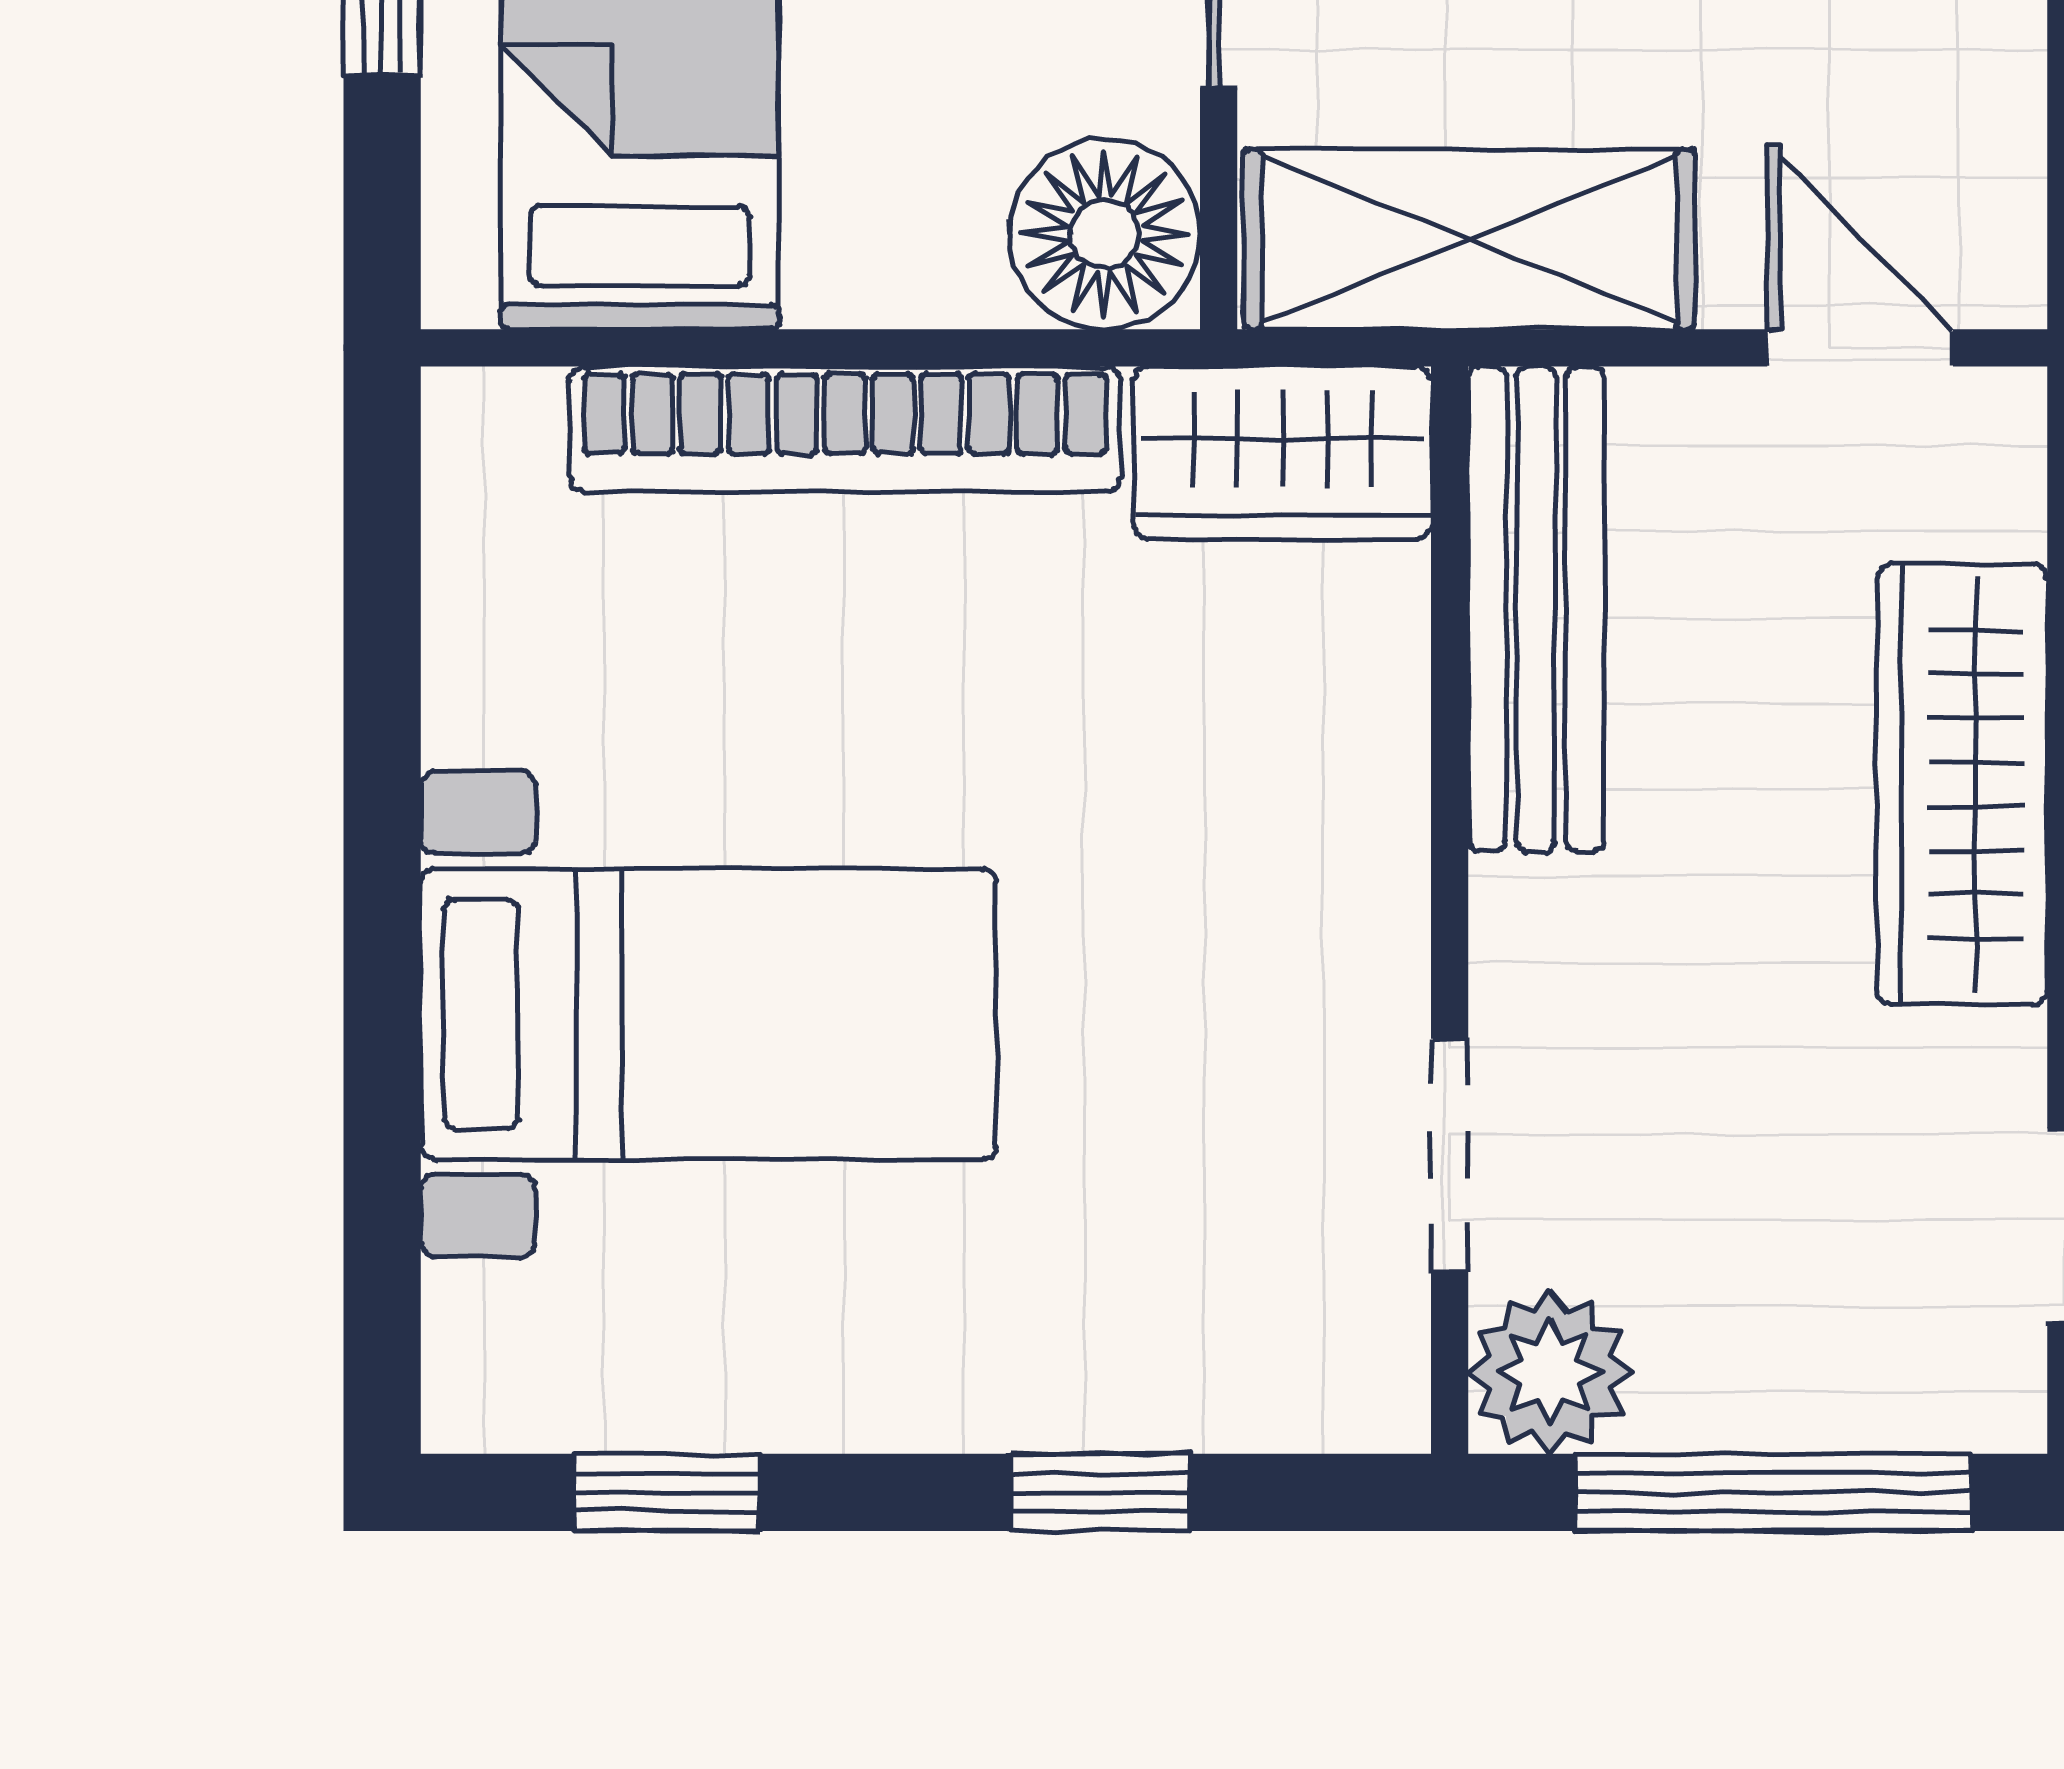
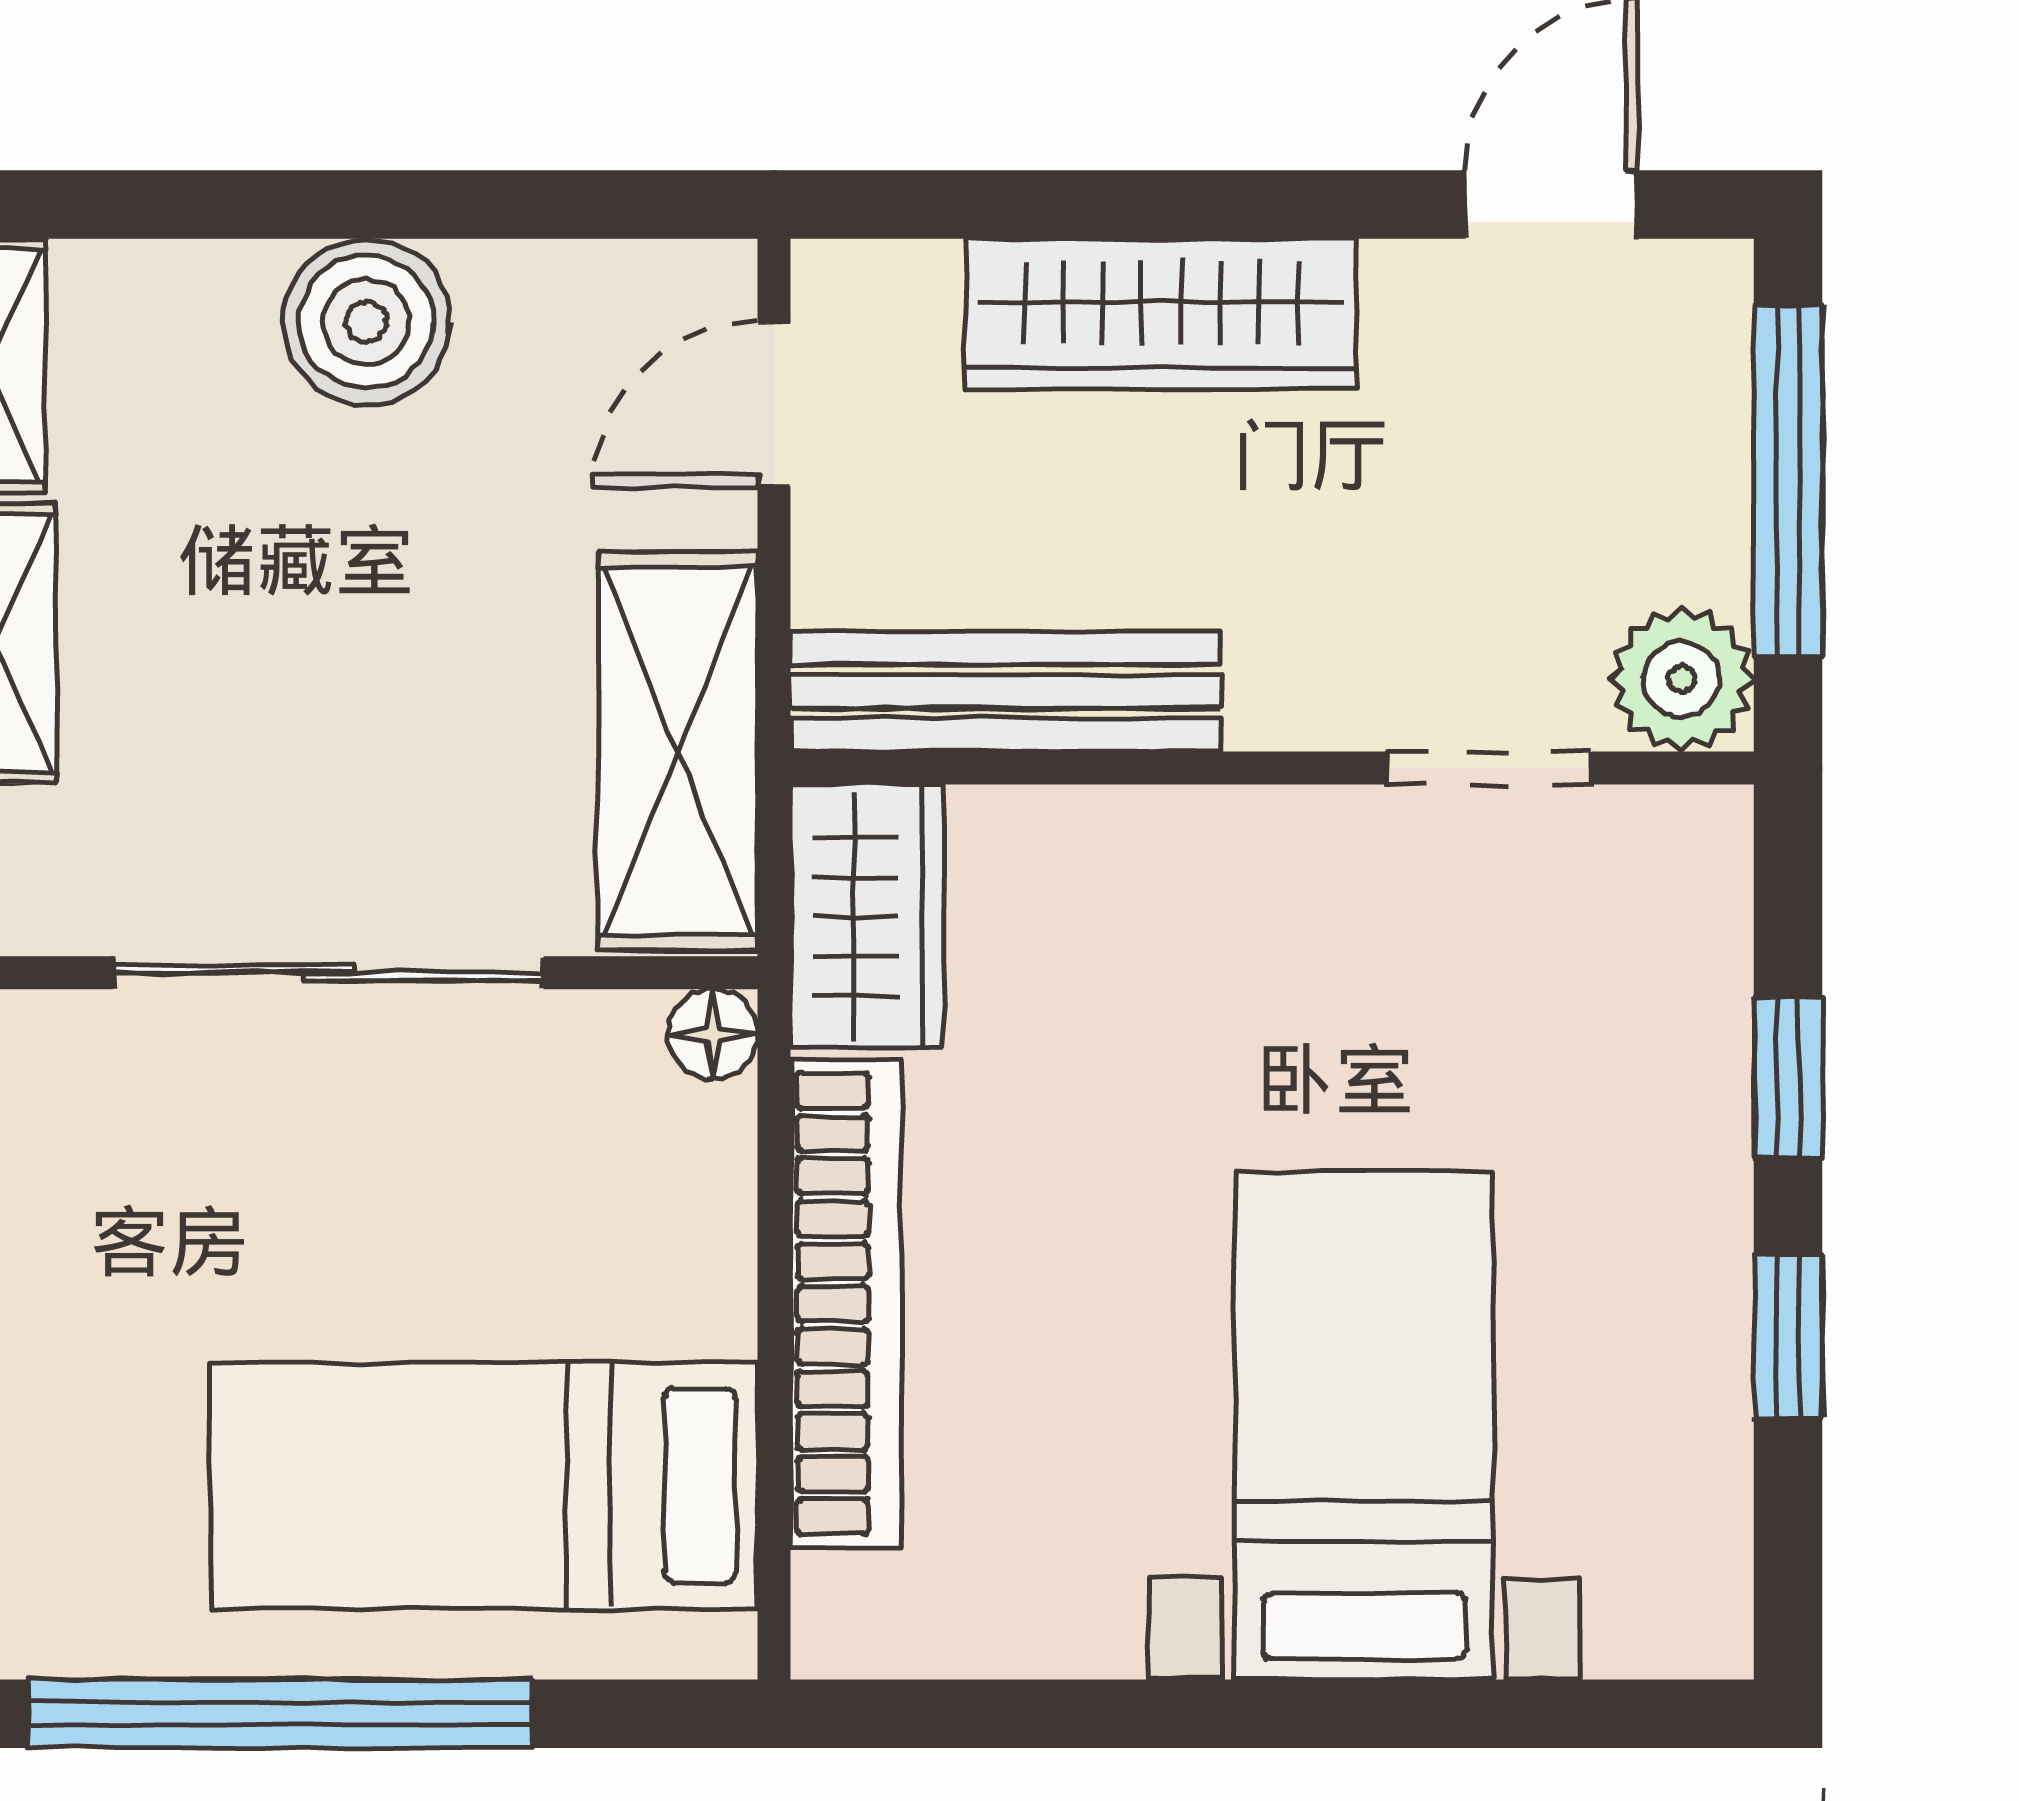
floor lamp: (1105, 234) -> (713, 1034), width x0.53, depth x0.53
window: (667, 1492) -> (1788, 1337), moved

